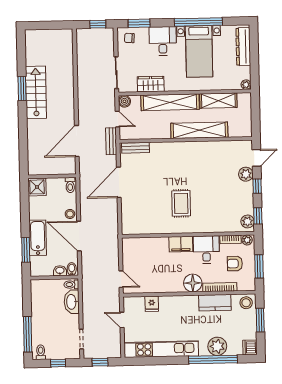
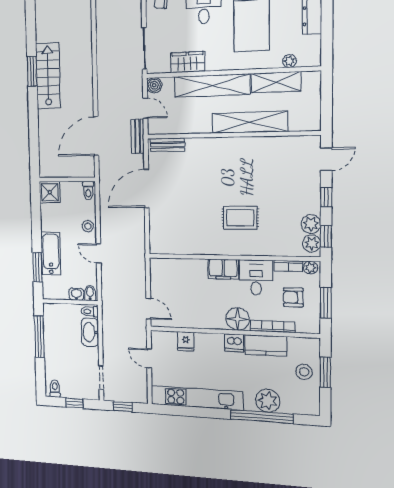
plant: (246, 85) -> (290, 61), moved
plant: (246, 174) -> (311, 224), moved
rug: (181, 203) -> (240, 218), moved, turned 90
door: (79, 236) -> (99, 254), width x0.53
stool: (246, 303) -> (304, 372), moved
window: (28, 334) -> (39, 337), moved
dishwasher: (250, 347) -> (234, 343), moved, turned -90

